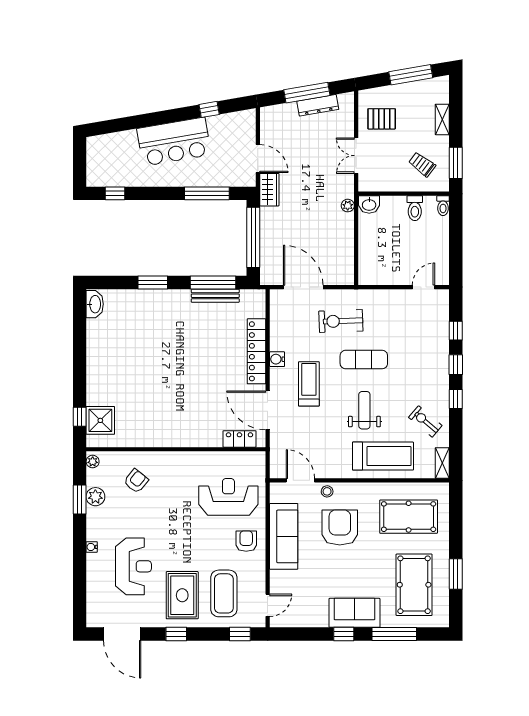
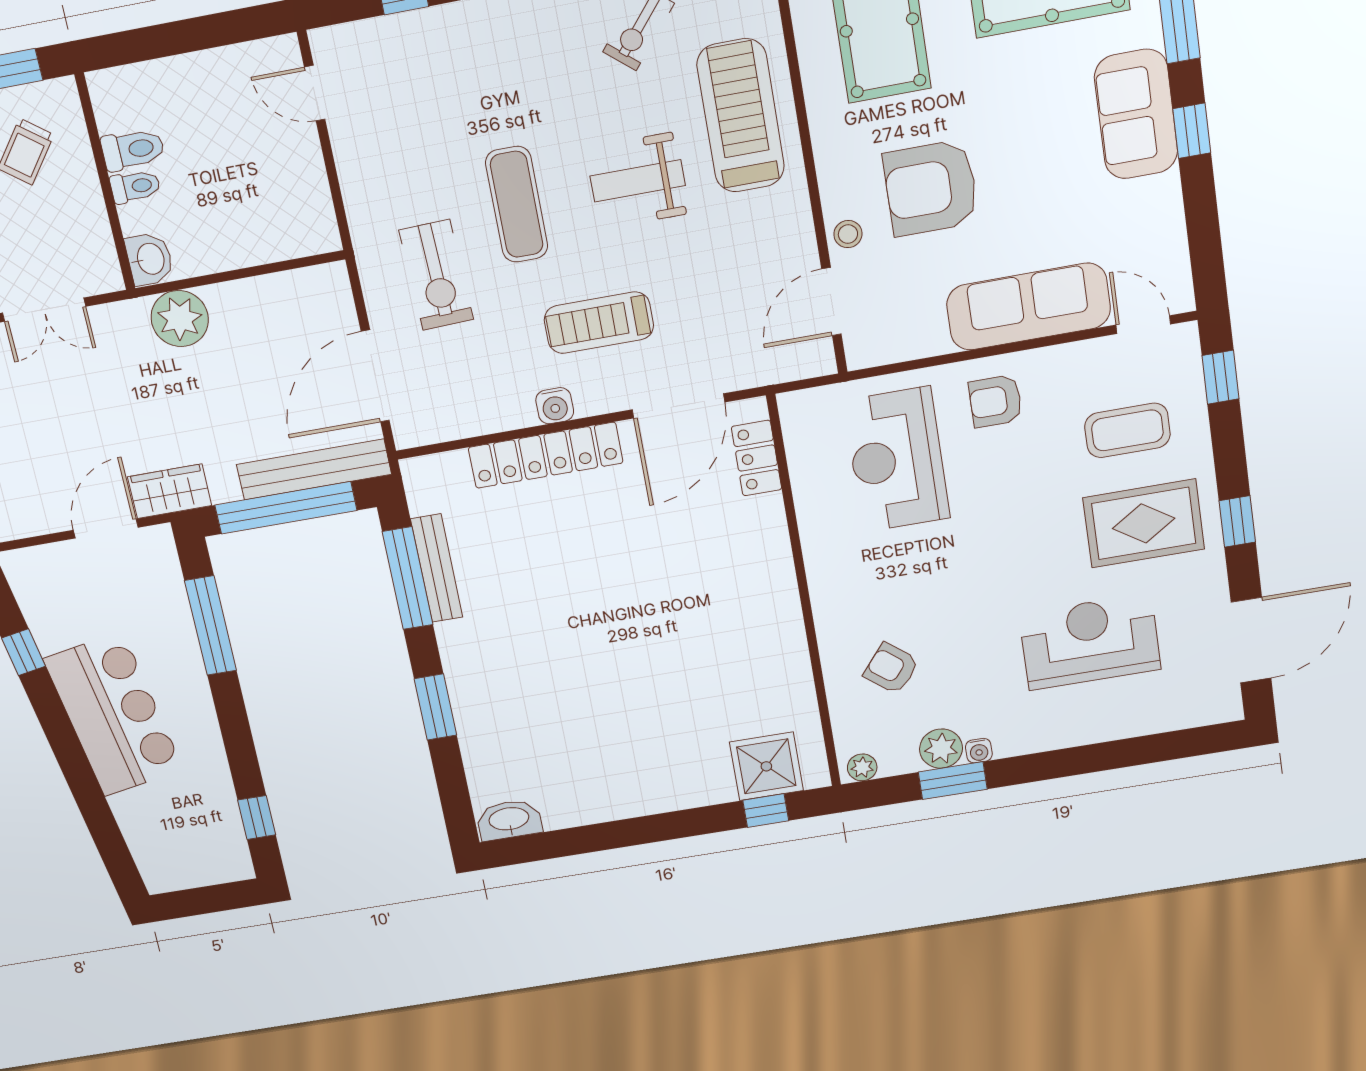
plant: (348, 206) -> (180, 319), width x1.88, depth x1.88
toilet: (443, 206) -> (135, 186), moved
bench: (268, 253) -> (314, 469), added
sofa: (284, 536) -> (1028, 307), moved
water cooler: (92, 547) -> (979, 751), moved
coffee table: (224, 593) -> (1127, 430), width x0.73, depth x0.76

